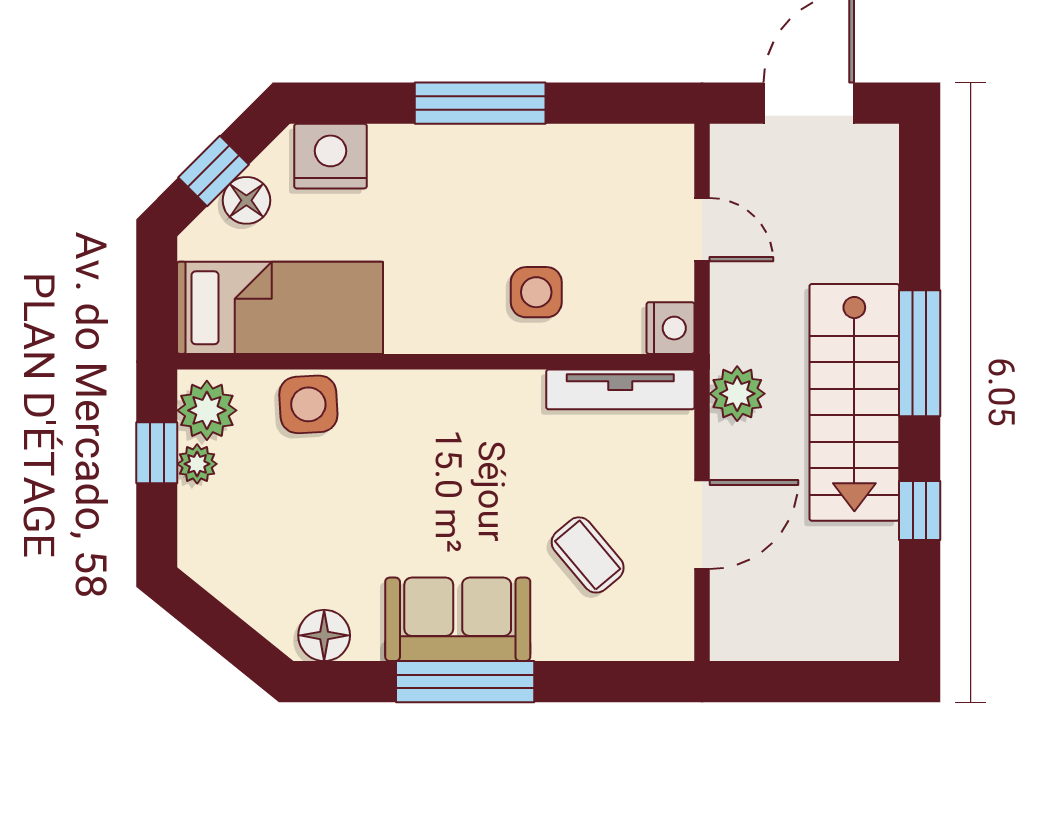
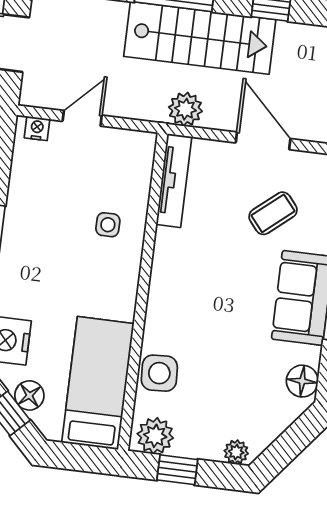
side table: (536, 292) -> (108, 225), width x0.73, depth x0.73
nightstand: (670, 328) -> (37, 128), moved, width x0.72, depth x0.74
plant: (197, 464) -> (236, 452), moved

